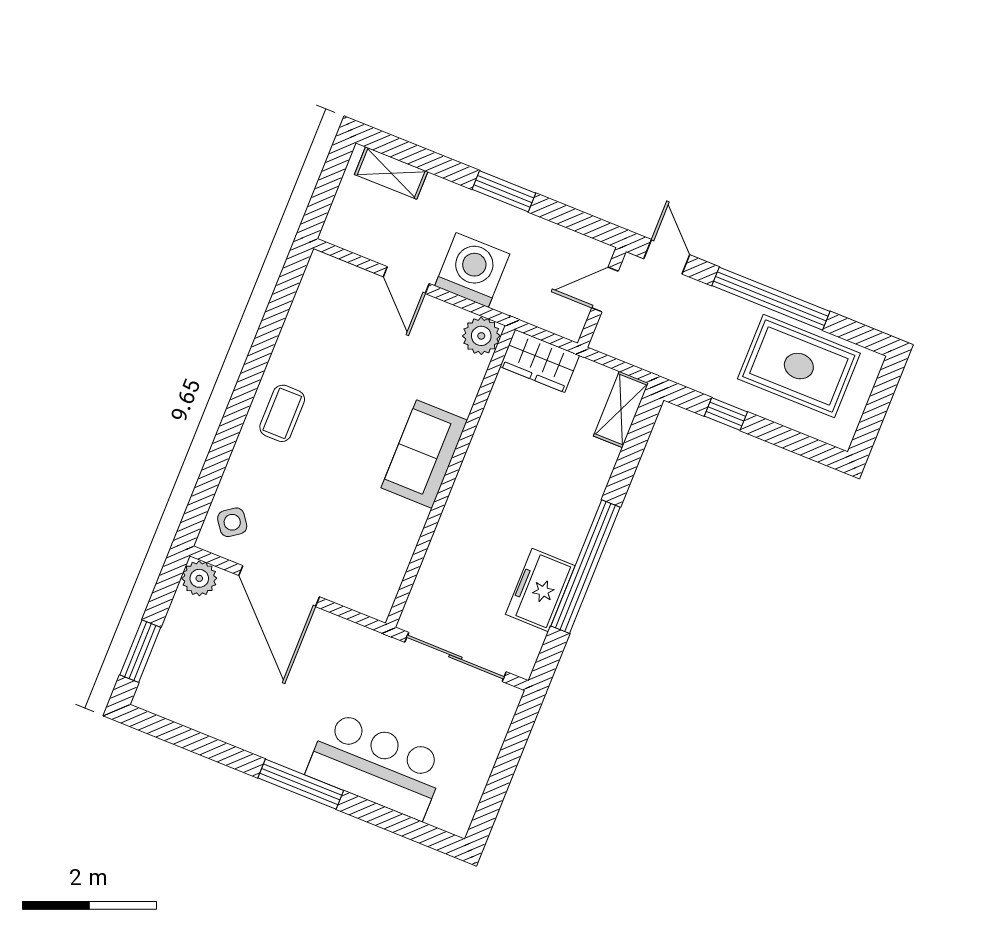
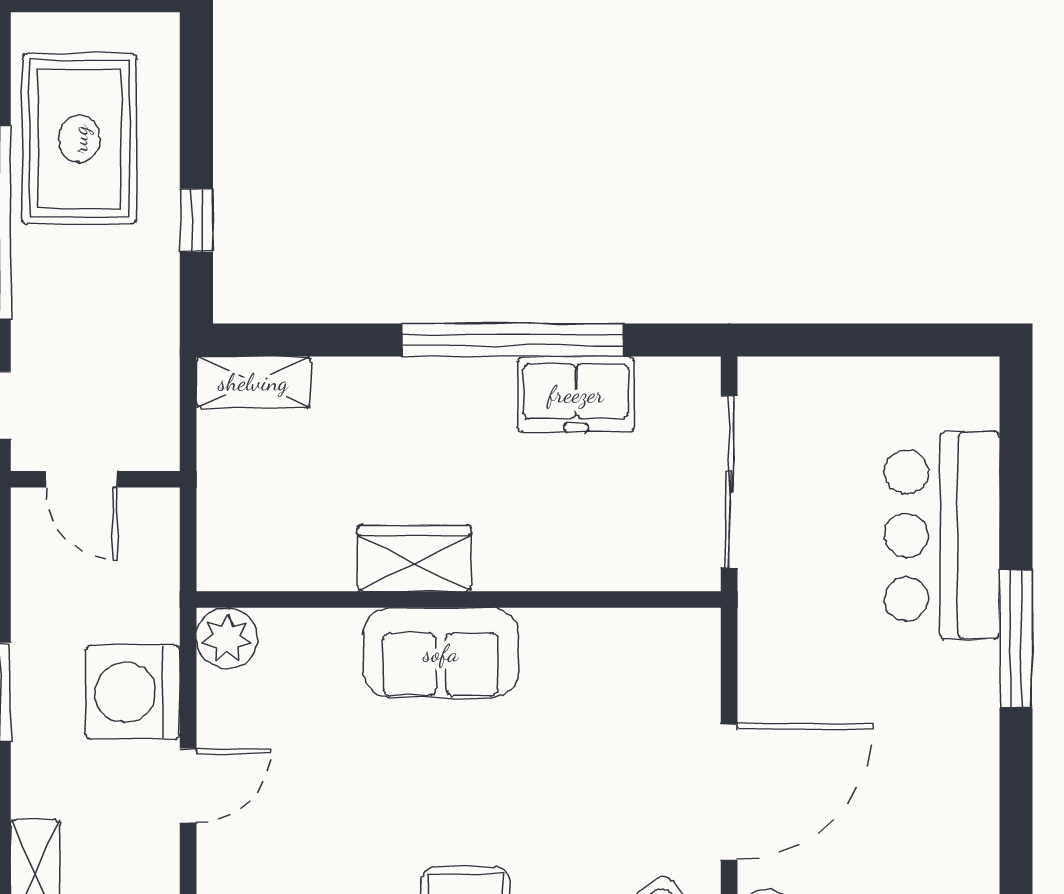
wardrobe: (540, 361) -> (414, 558), moved, turned -90

